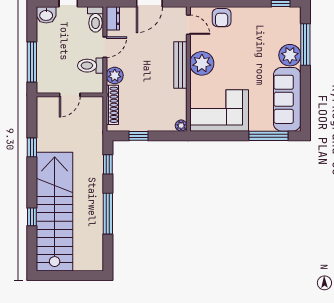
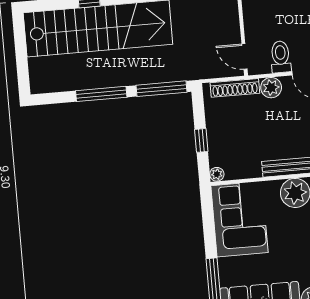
door: (70, 95) -> (244, 56), moved
window: (139, 136) -> (201, 140), moved
window: (108, 164) -> (162, 89), width x2.17

